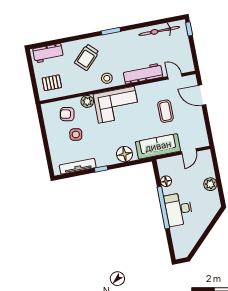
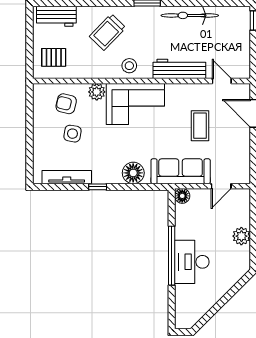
bicycle: (159, 31) -> (190, 15), moved
floor lamp: (166, 181) -> (182, 196), moved

